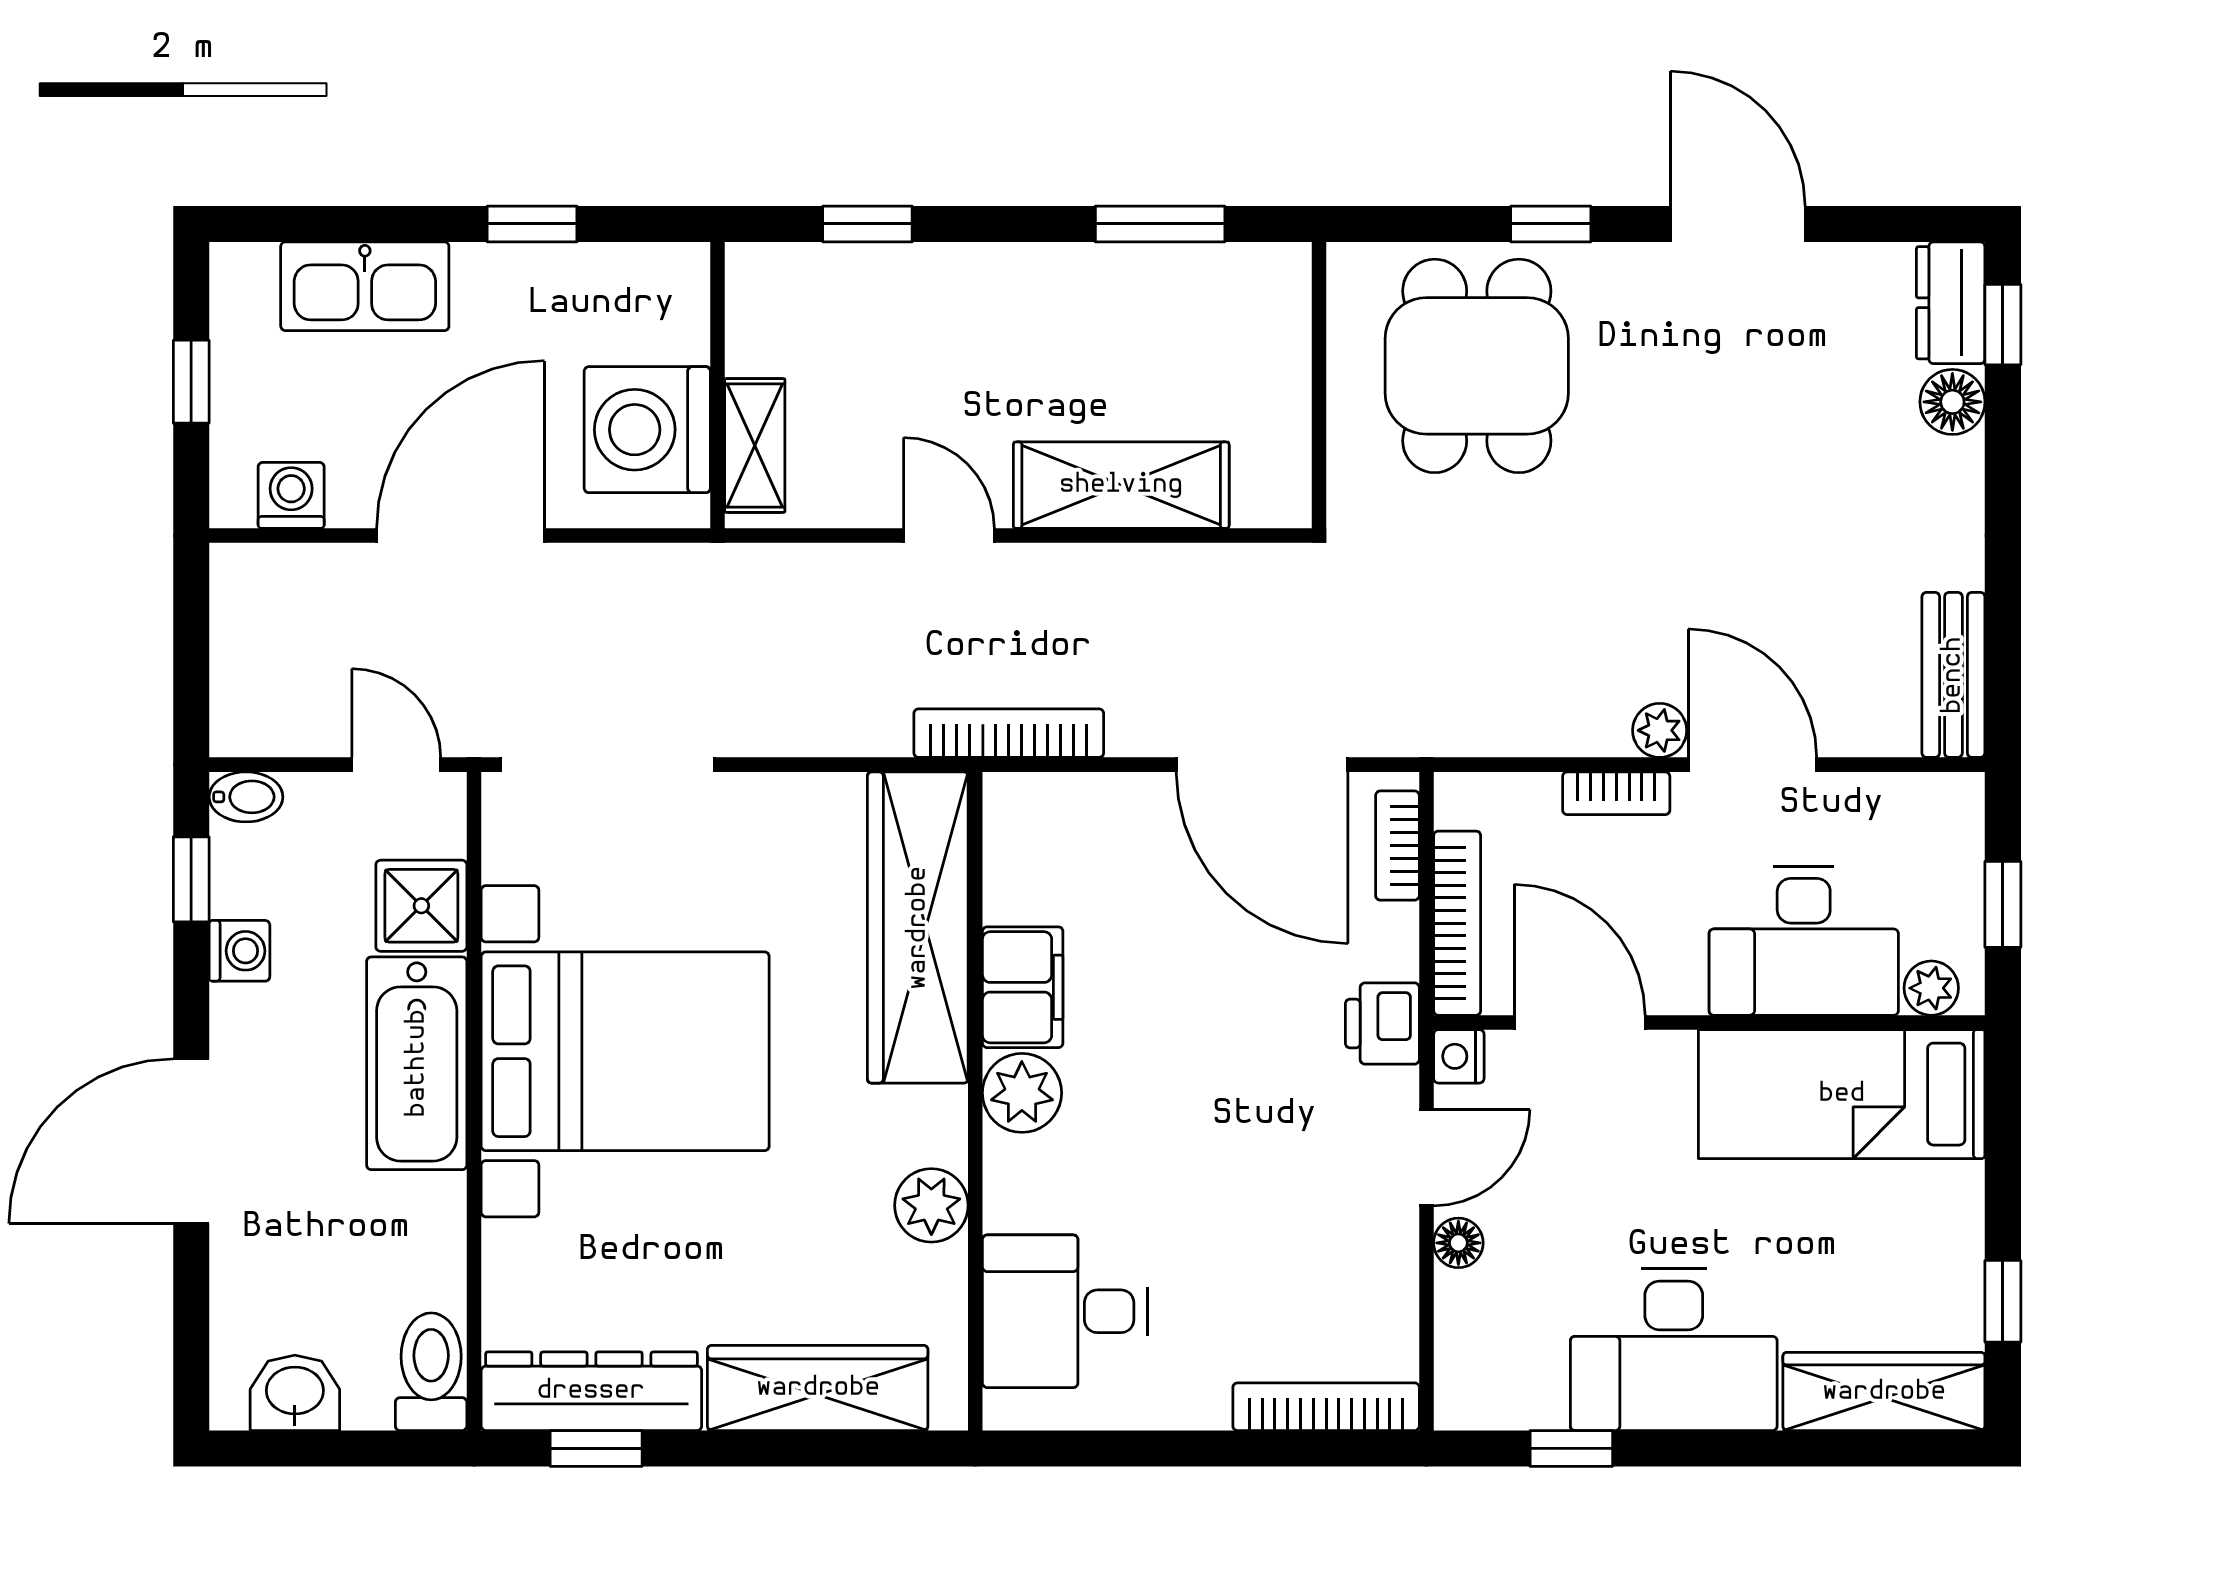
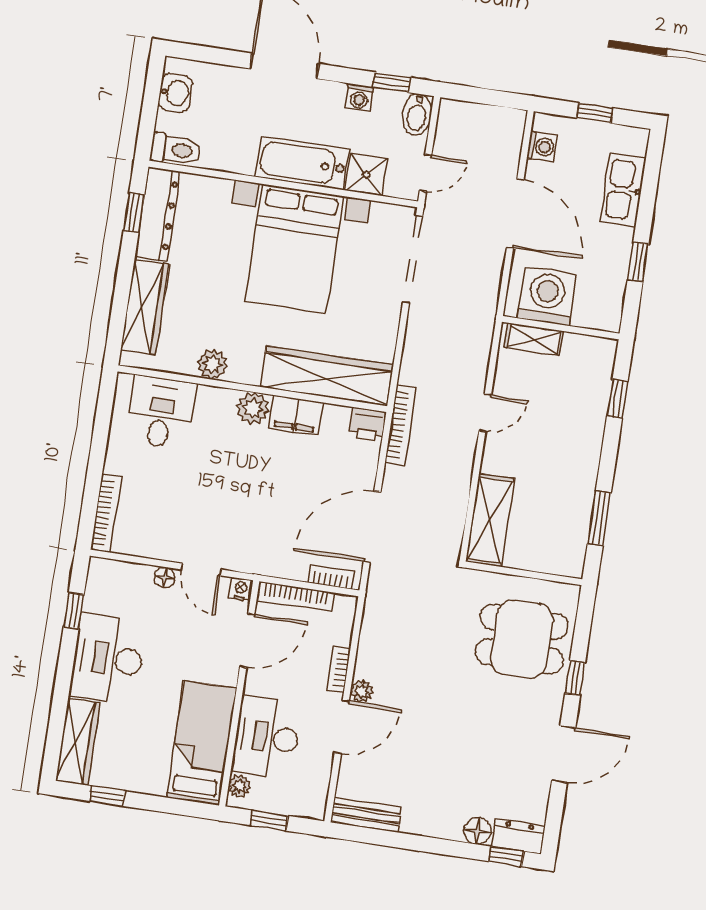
shelving: (1121, 485) -> (490, 520), moved
bidet: (246, 797) -> (417, 115), width x1.38, depth x1.36
printer: (1382, 1023) -> (368, 425), moved, turned 180

